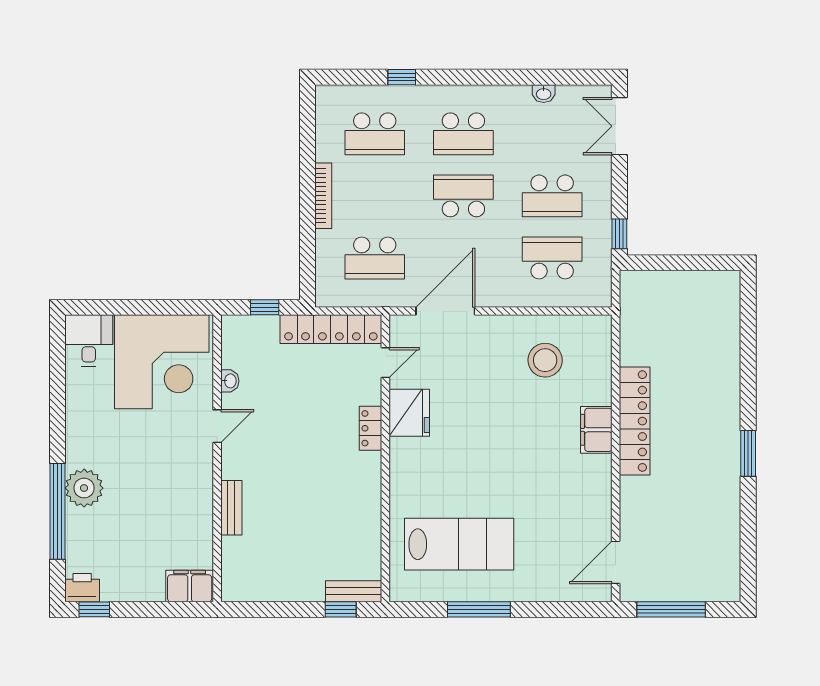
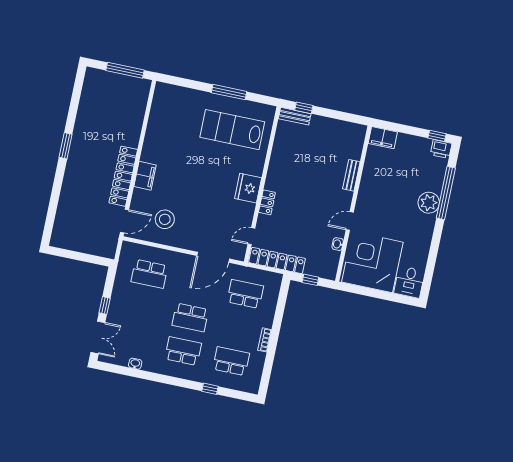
bookcase: (323, 196) -> (265, 340), width x0.64
school desk: (552, 196) -> (142, 307), removed
window: (619, 234) -> (105, 305), moved
fridge: (409, 413) -> (248, 188), moved
door: (616, 562) -> (125, 221), moved

